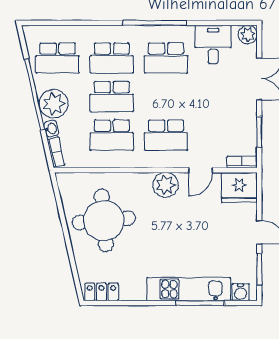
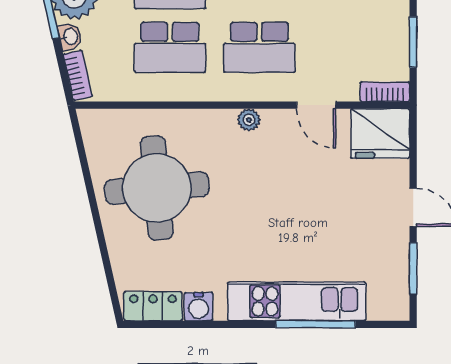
door: (200, 170) -> (316, 105), hinge flipped
plant: (166, 185) -> (249, 120), width x0.53, depth x0.53
water cooler: (241, 292) -> (199, 307), moved

